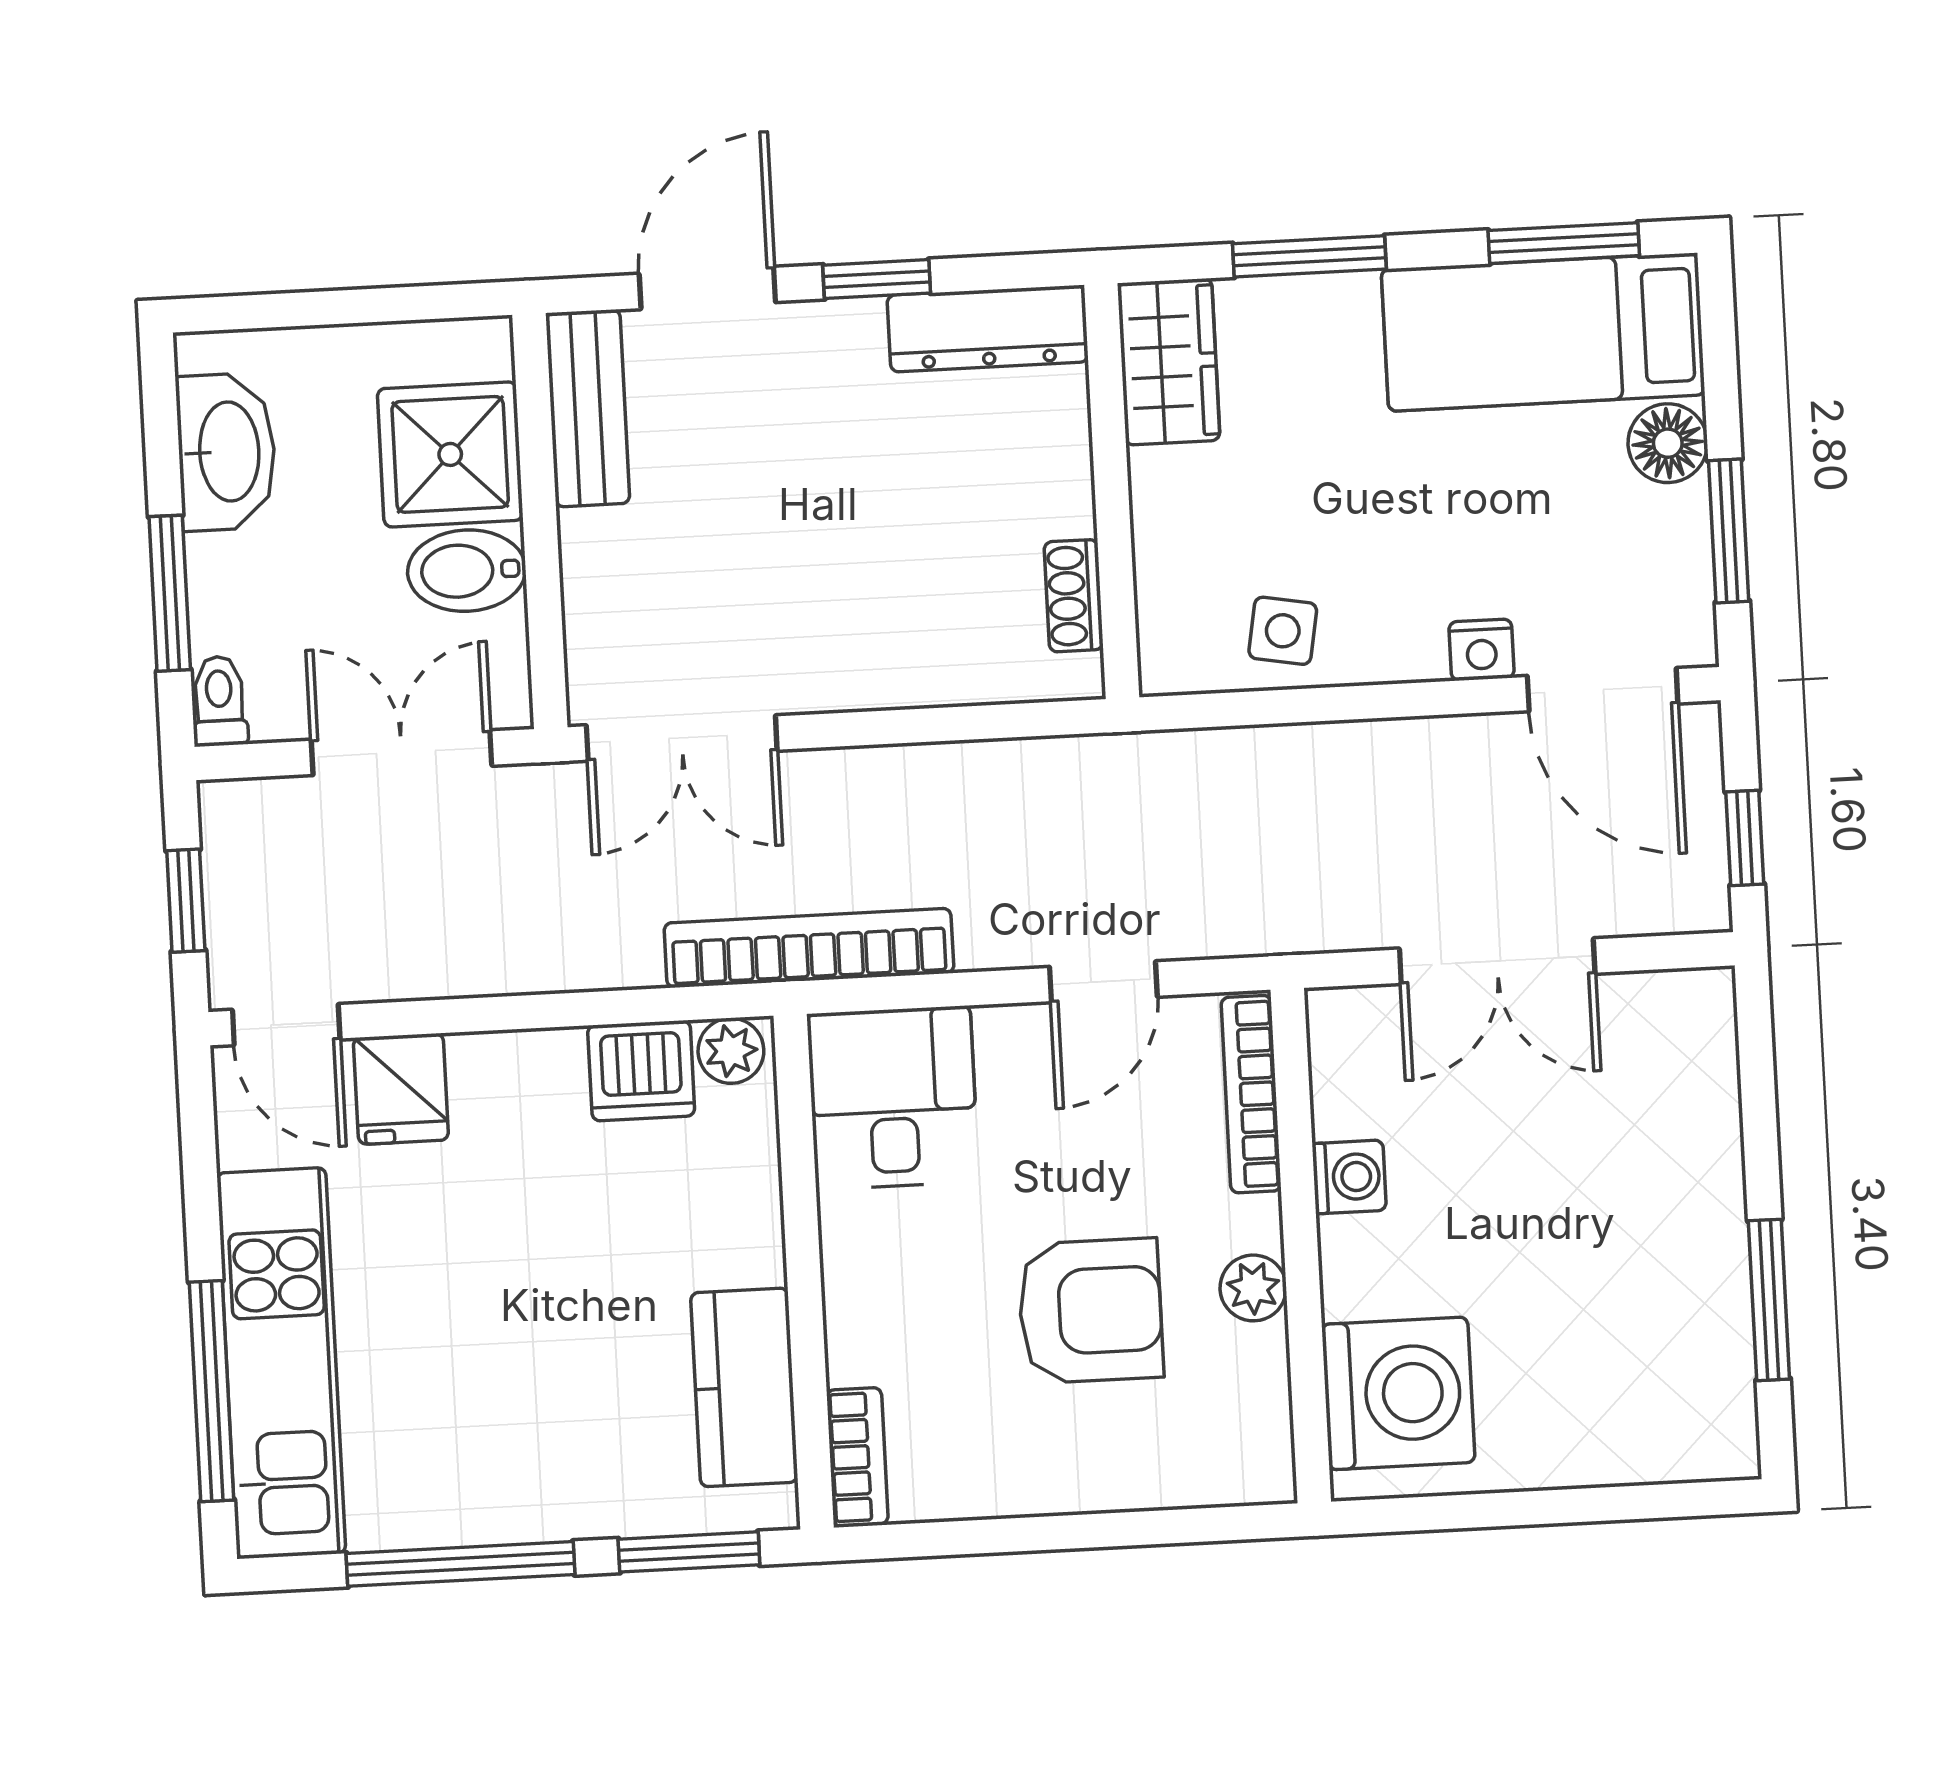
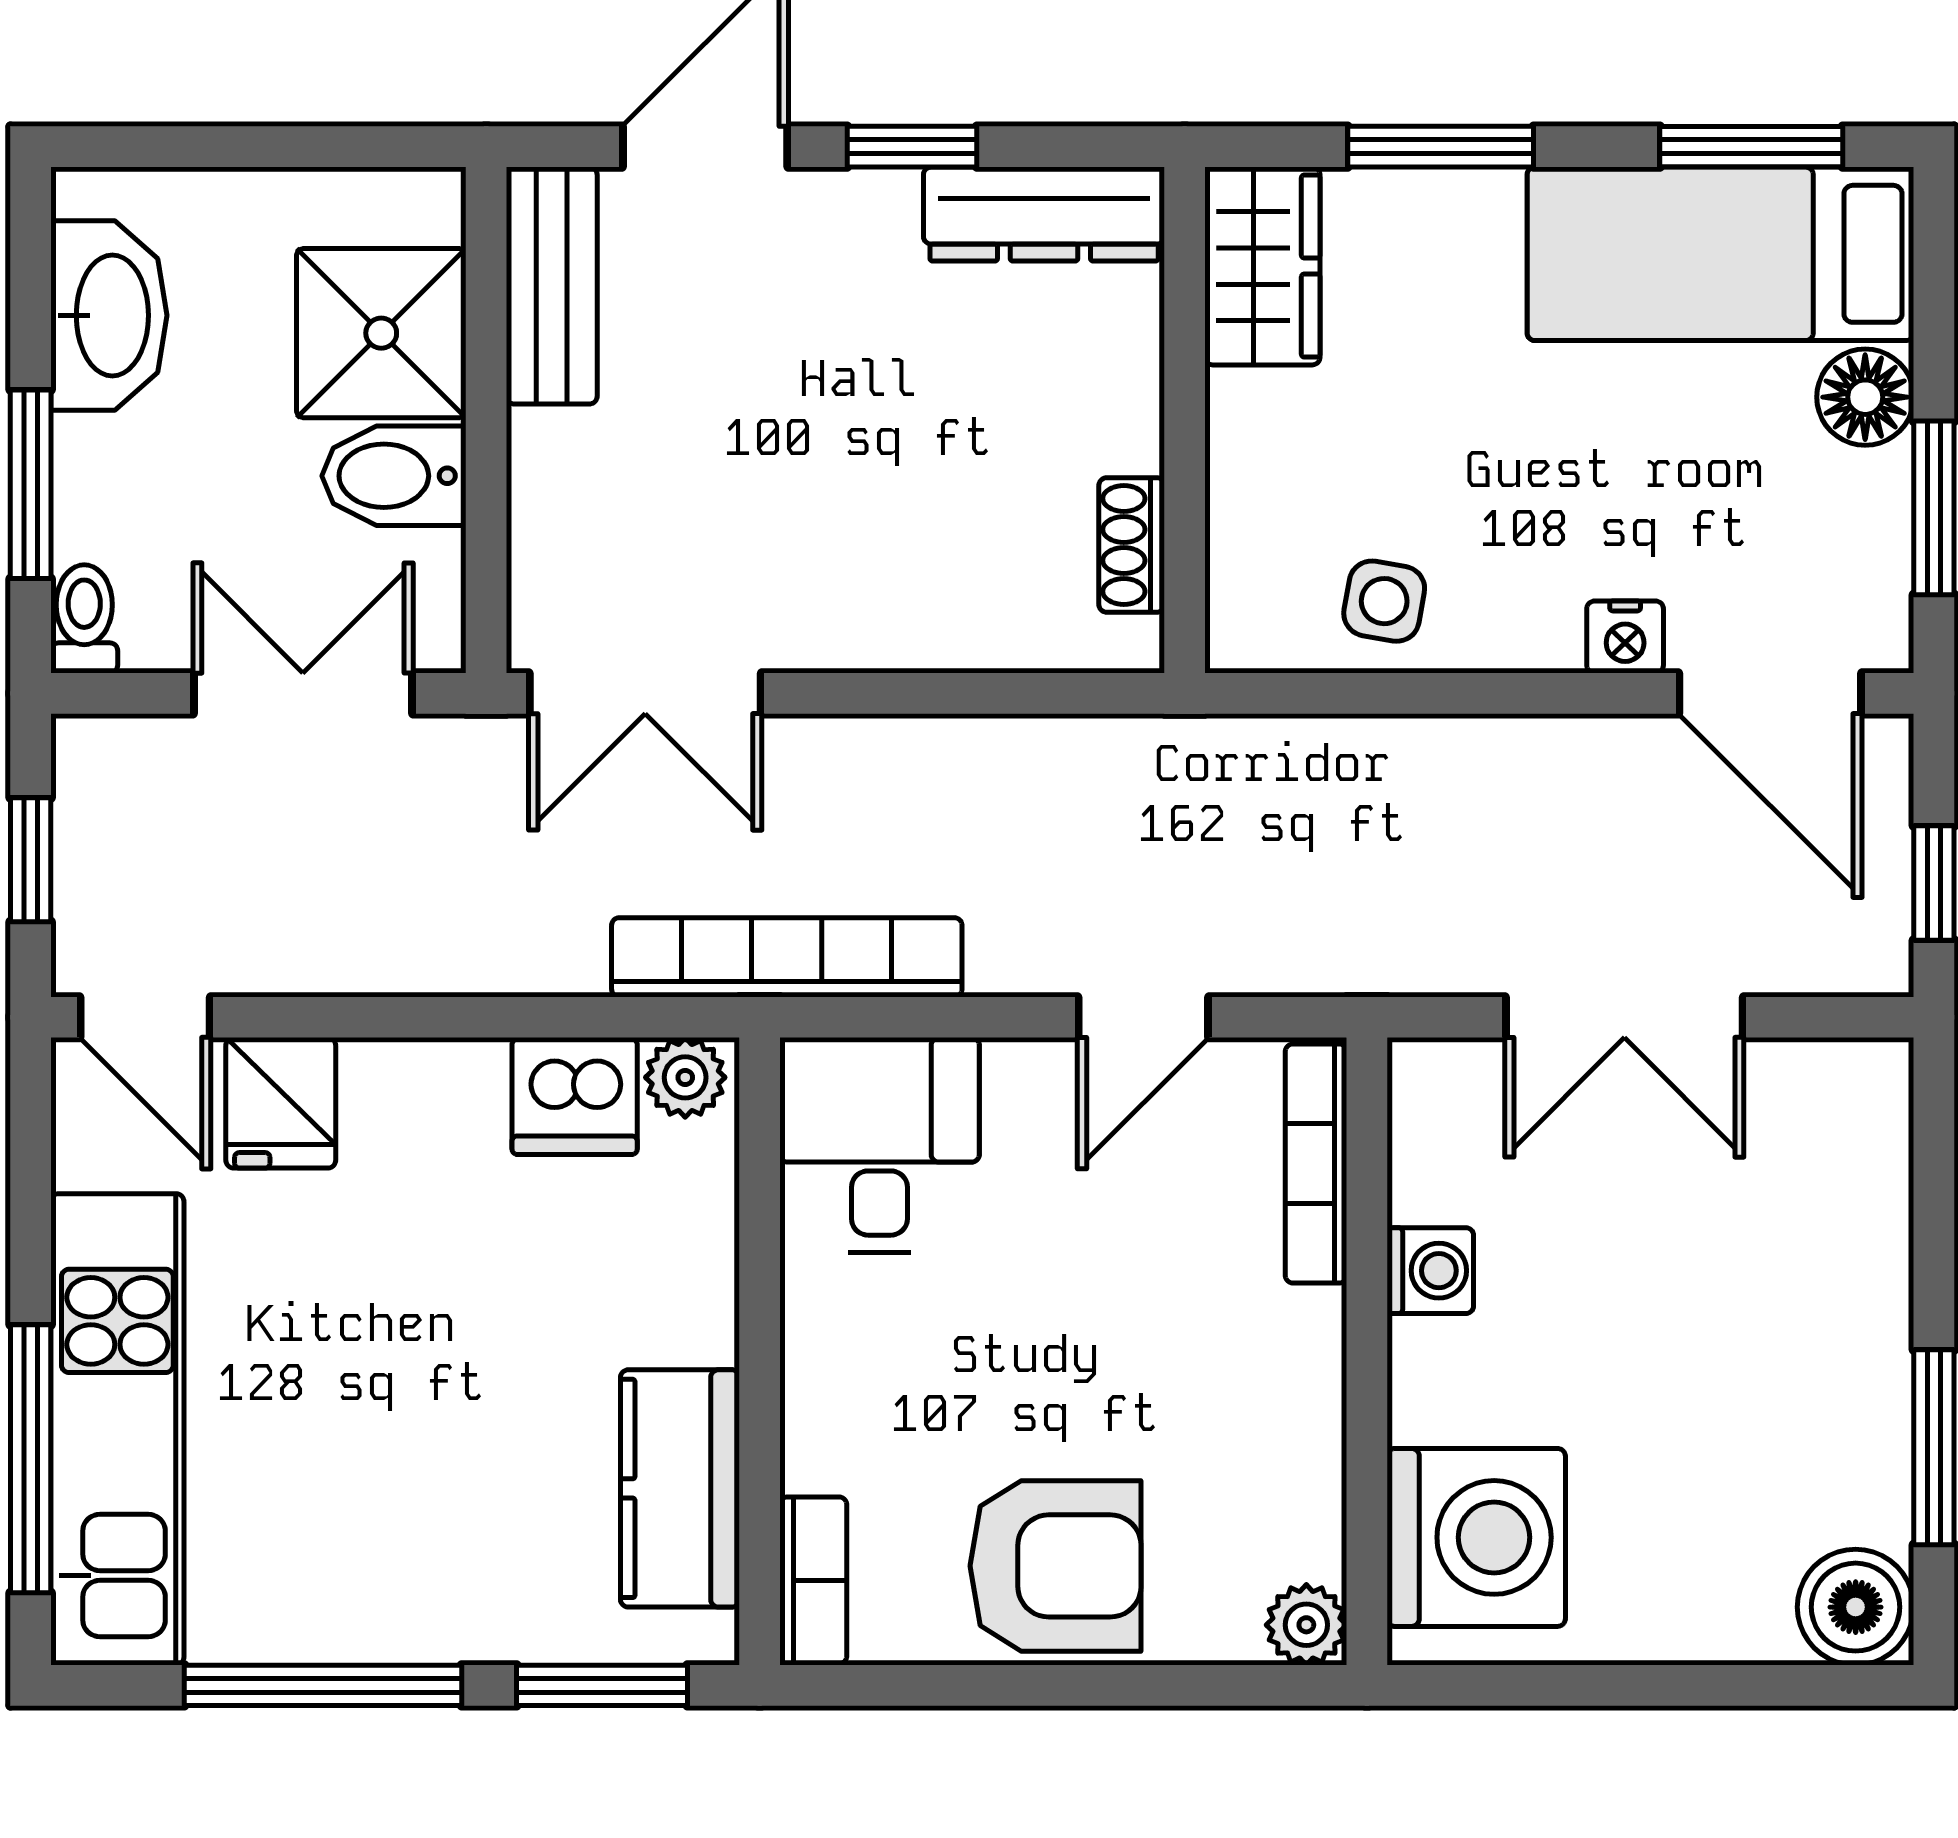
plant: (1253, 1288) -> (1306, 1625), moved
armchair: (1090, 1311) -> (1056, 1566), moved
boiler: (1712, 1434) -> (1856, 1607), added

